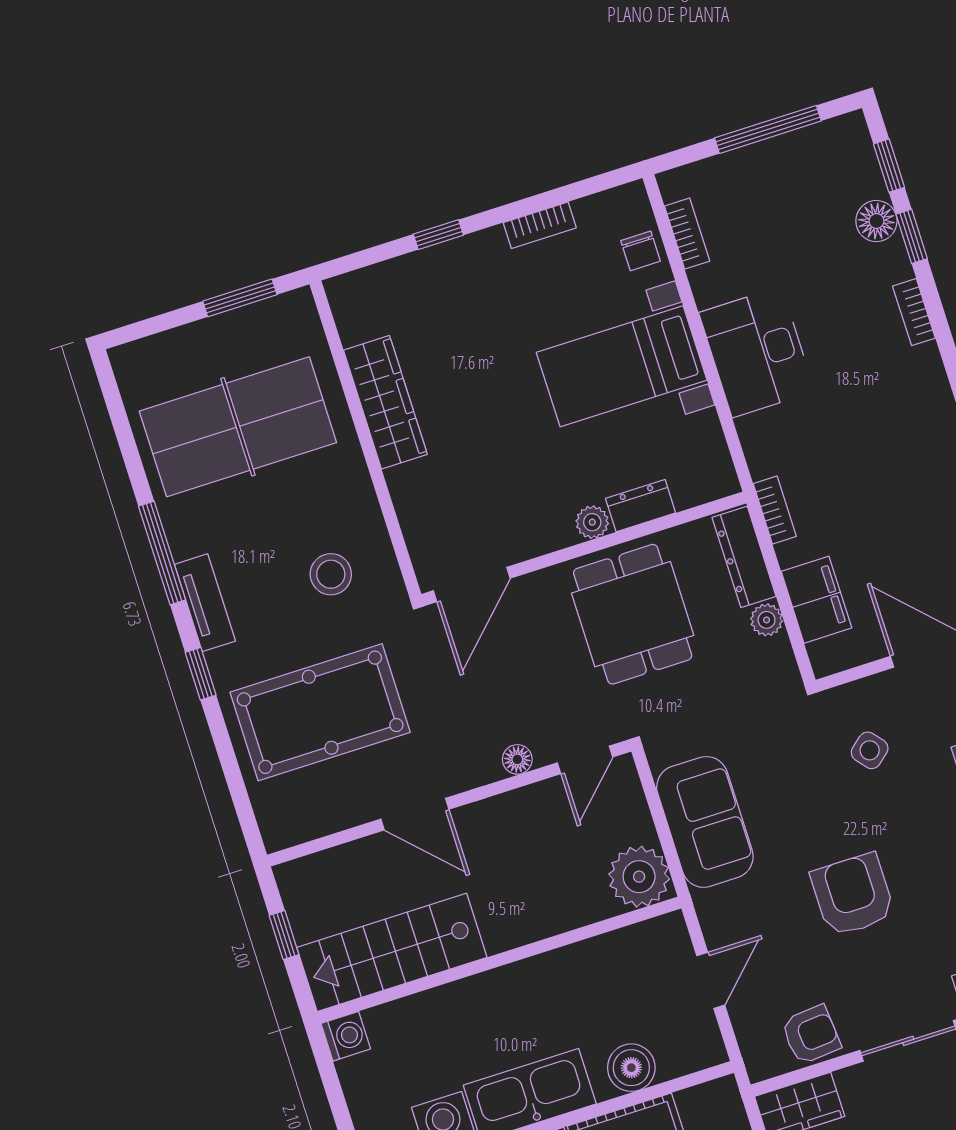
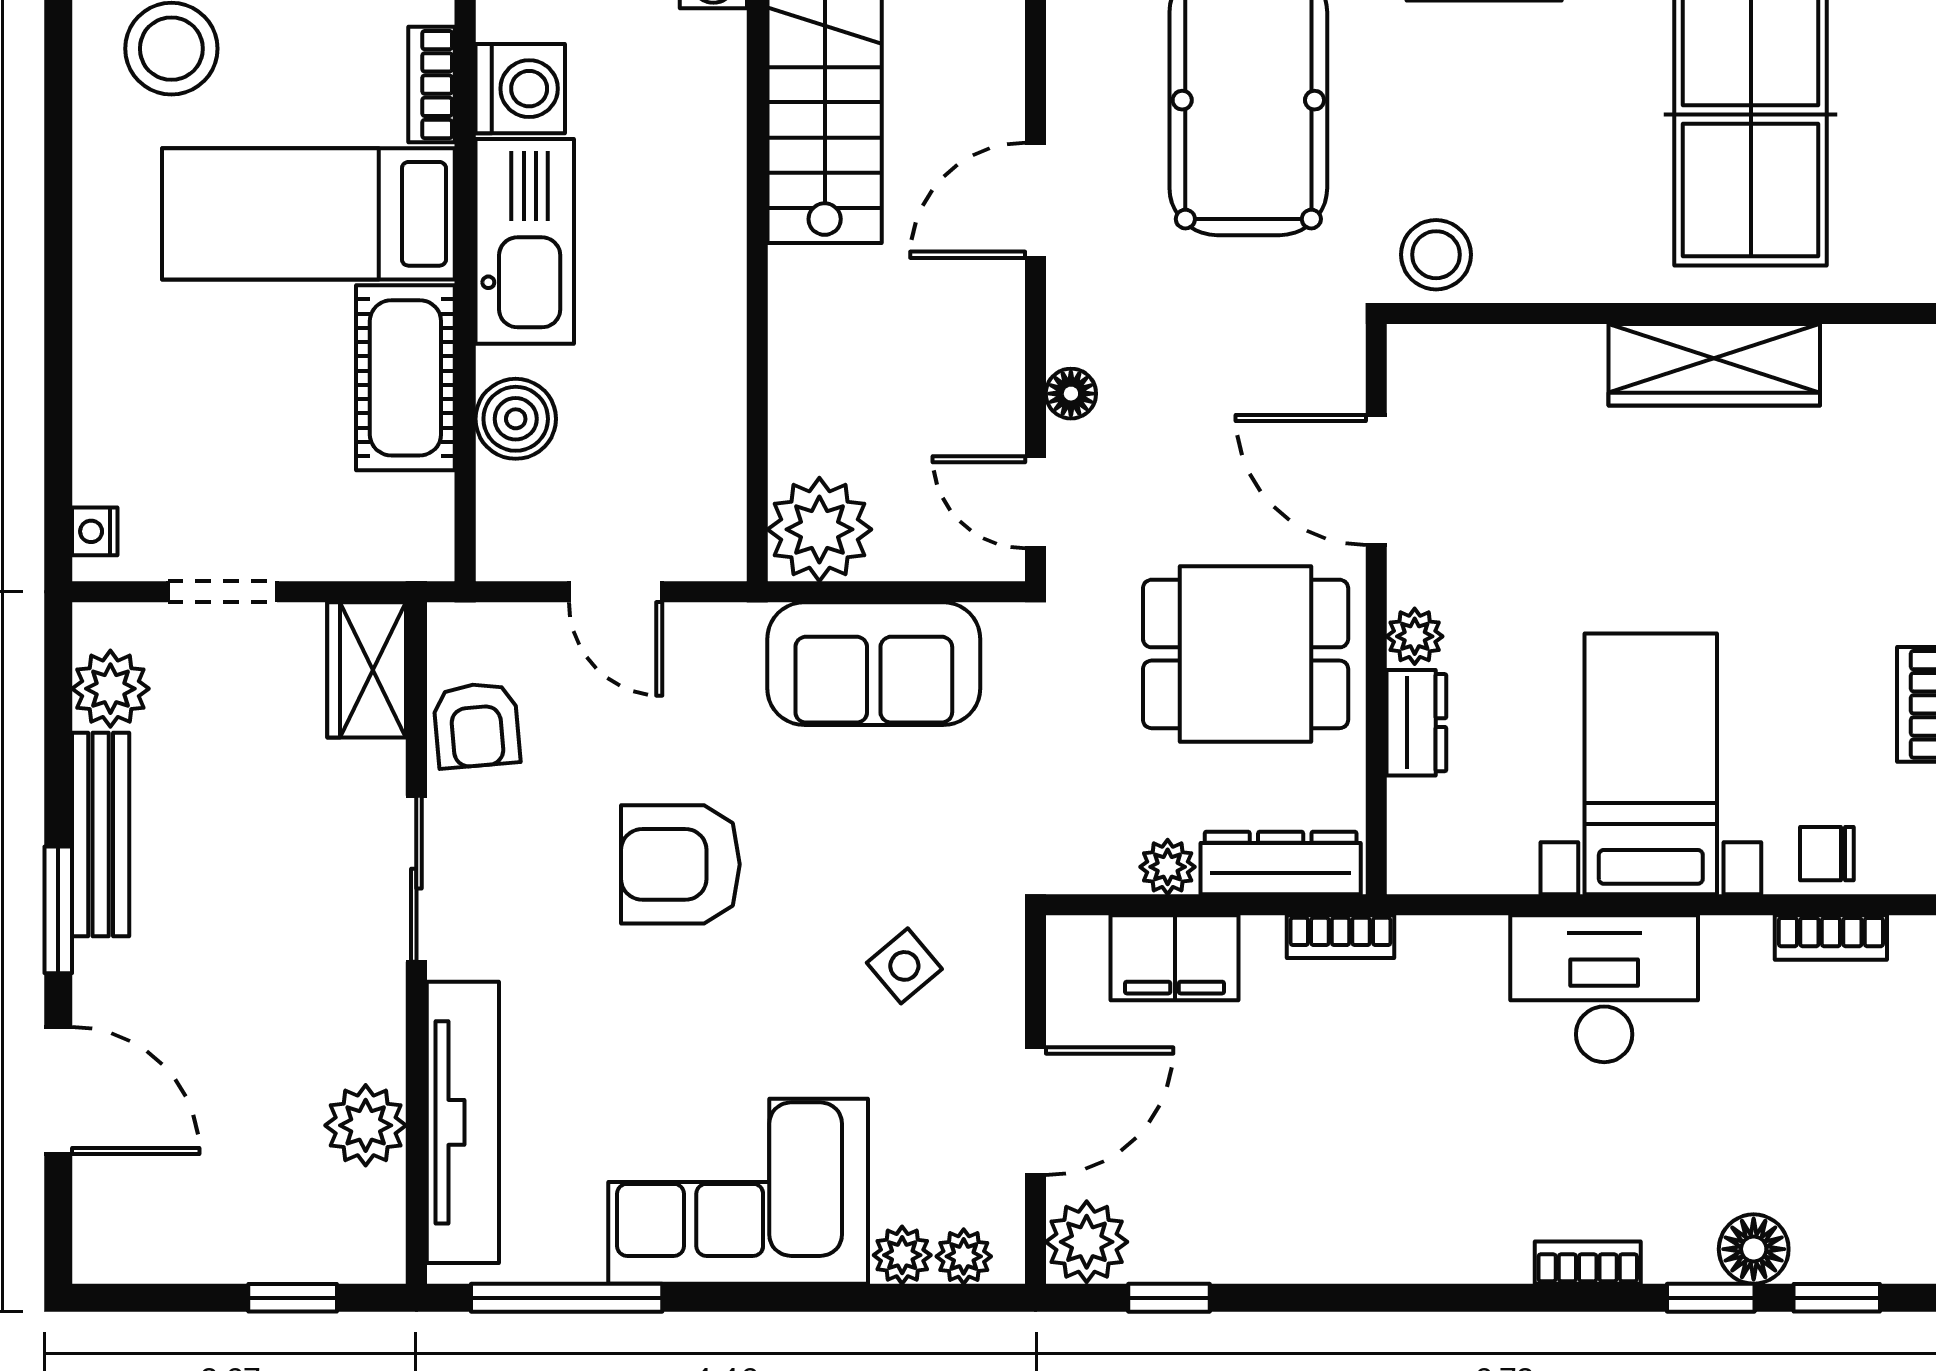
stool: (331, 574) -> (1436, 255), moved
door: (472, 584) -> (1376, 480), moved
armchair: (853, 895) -> (680, 864), turned 180

